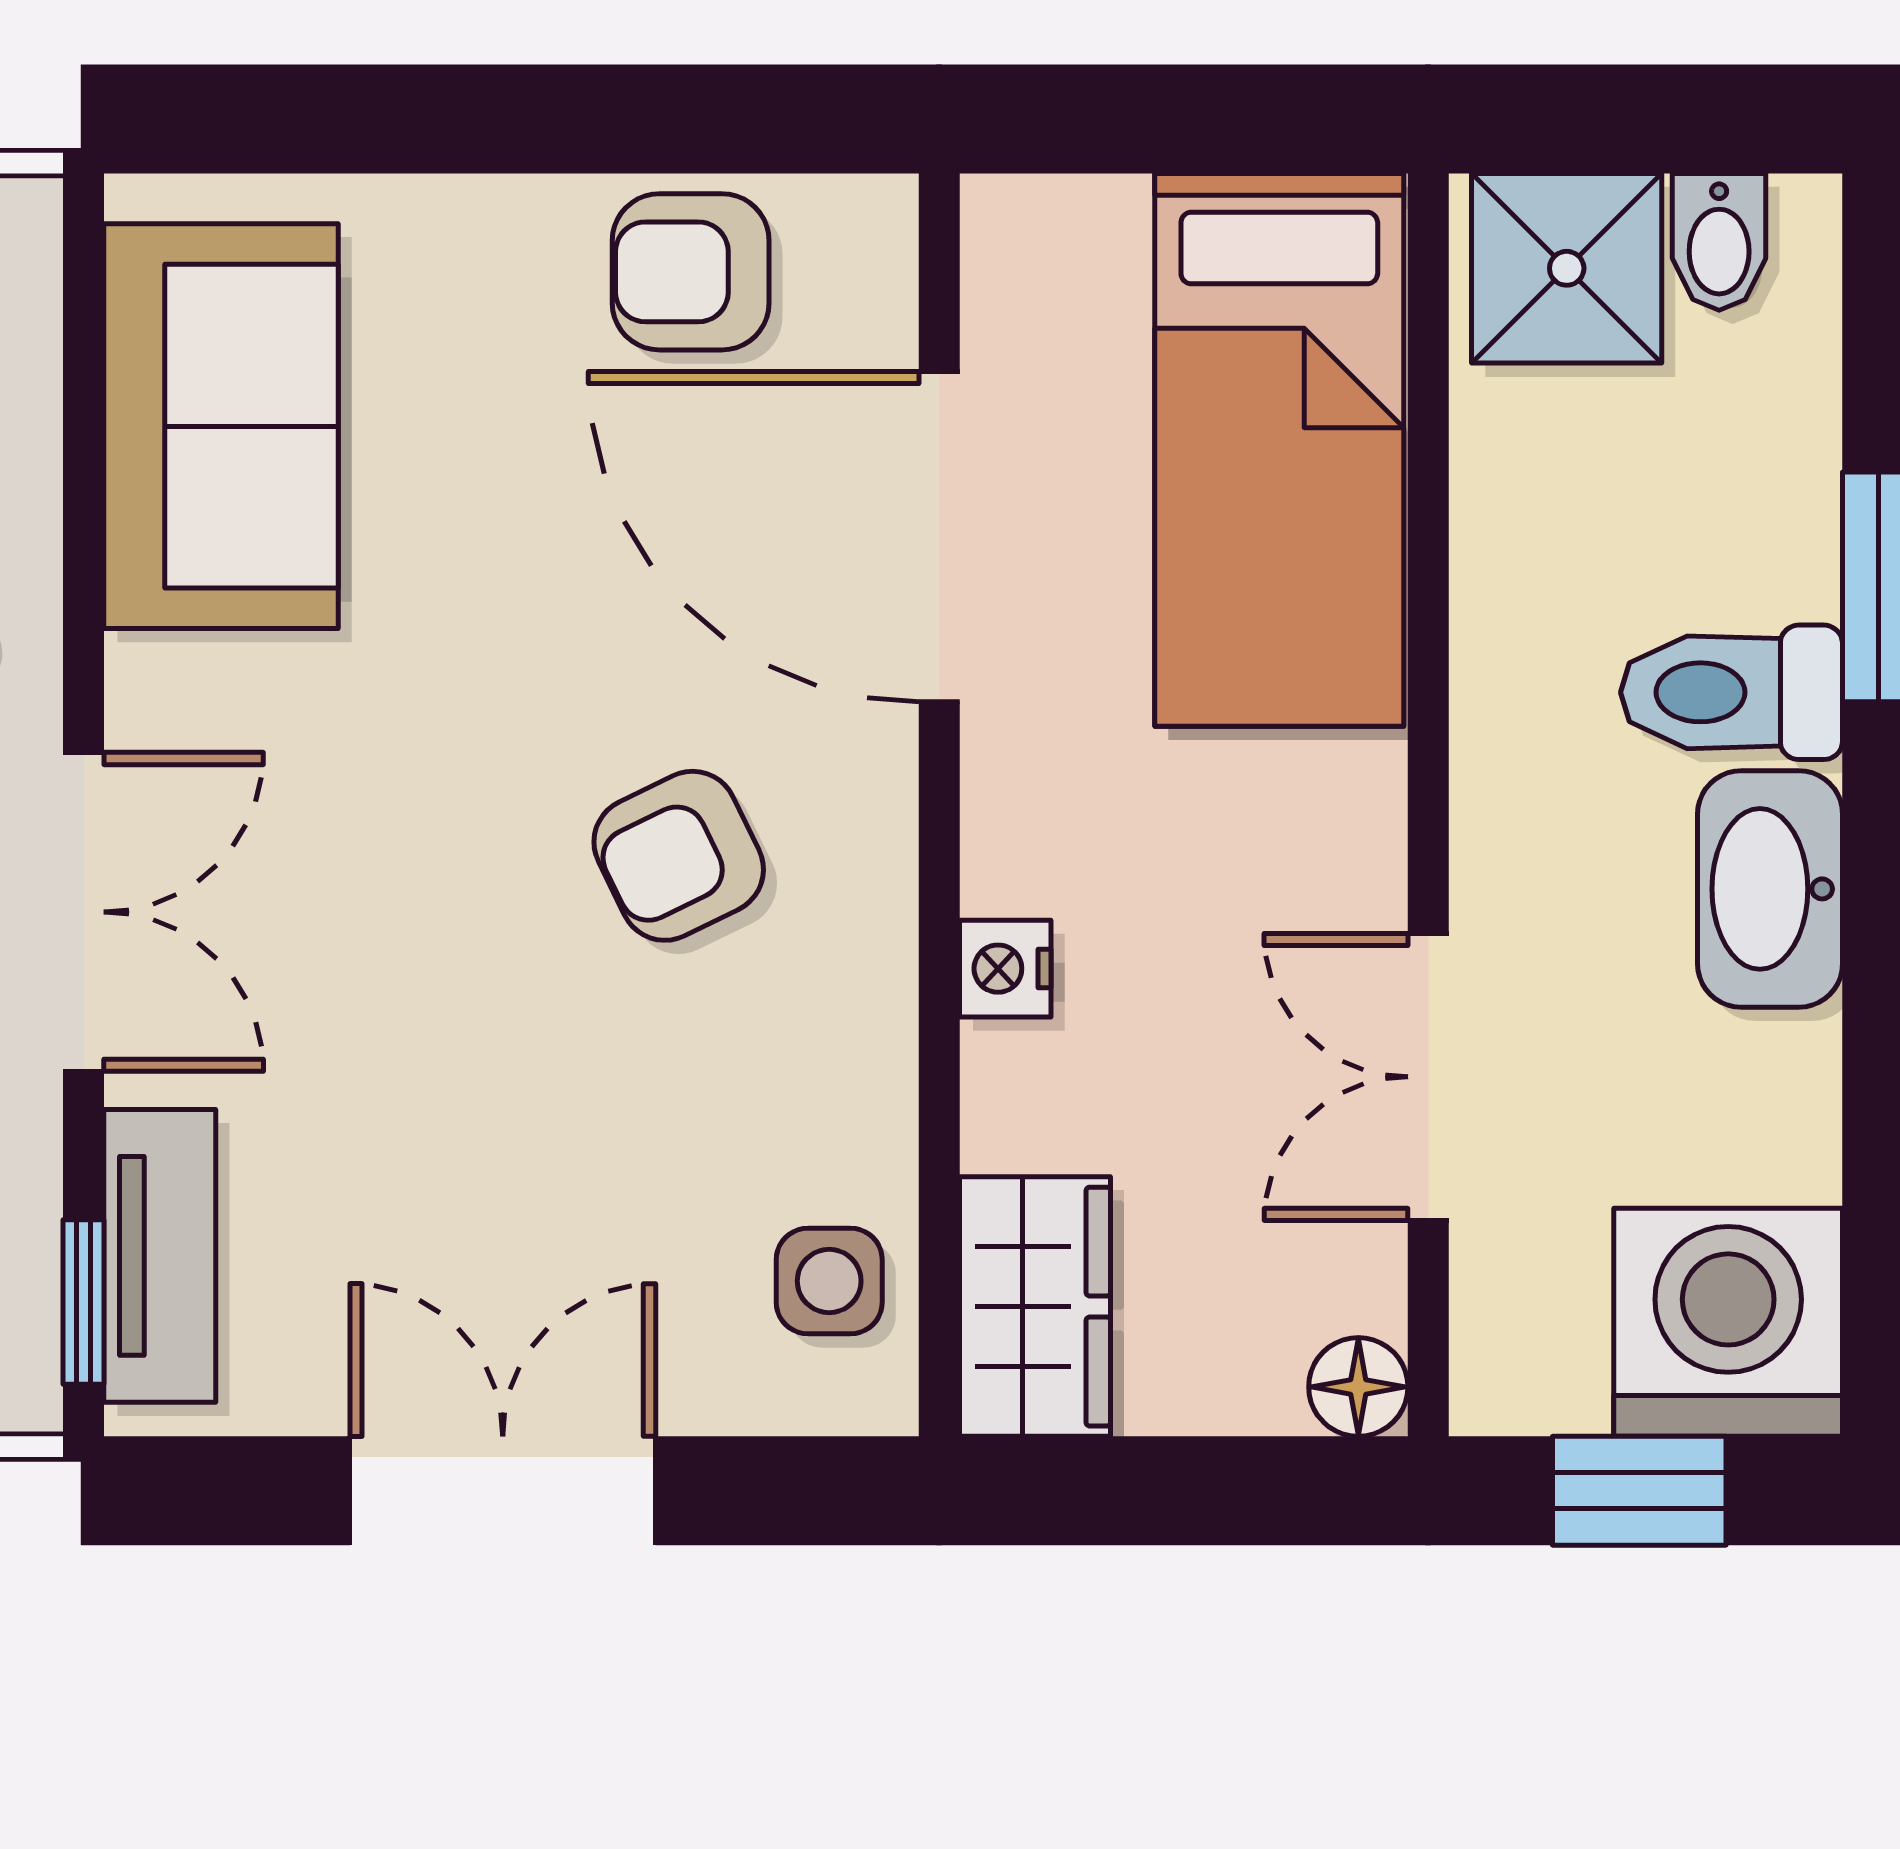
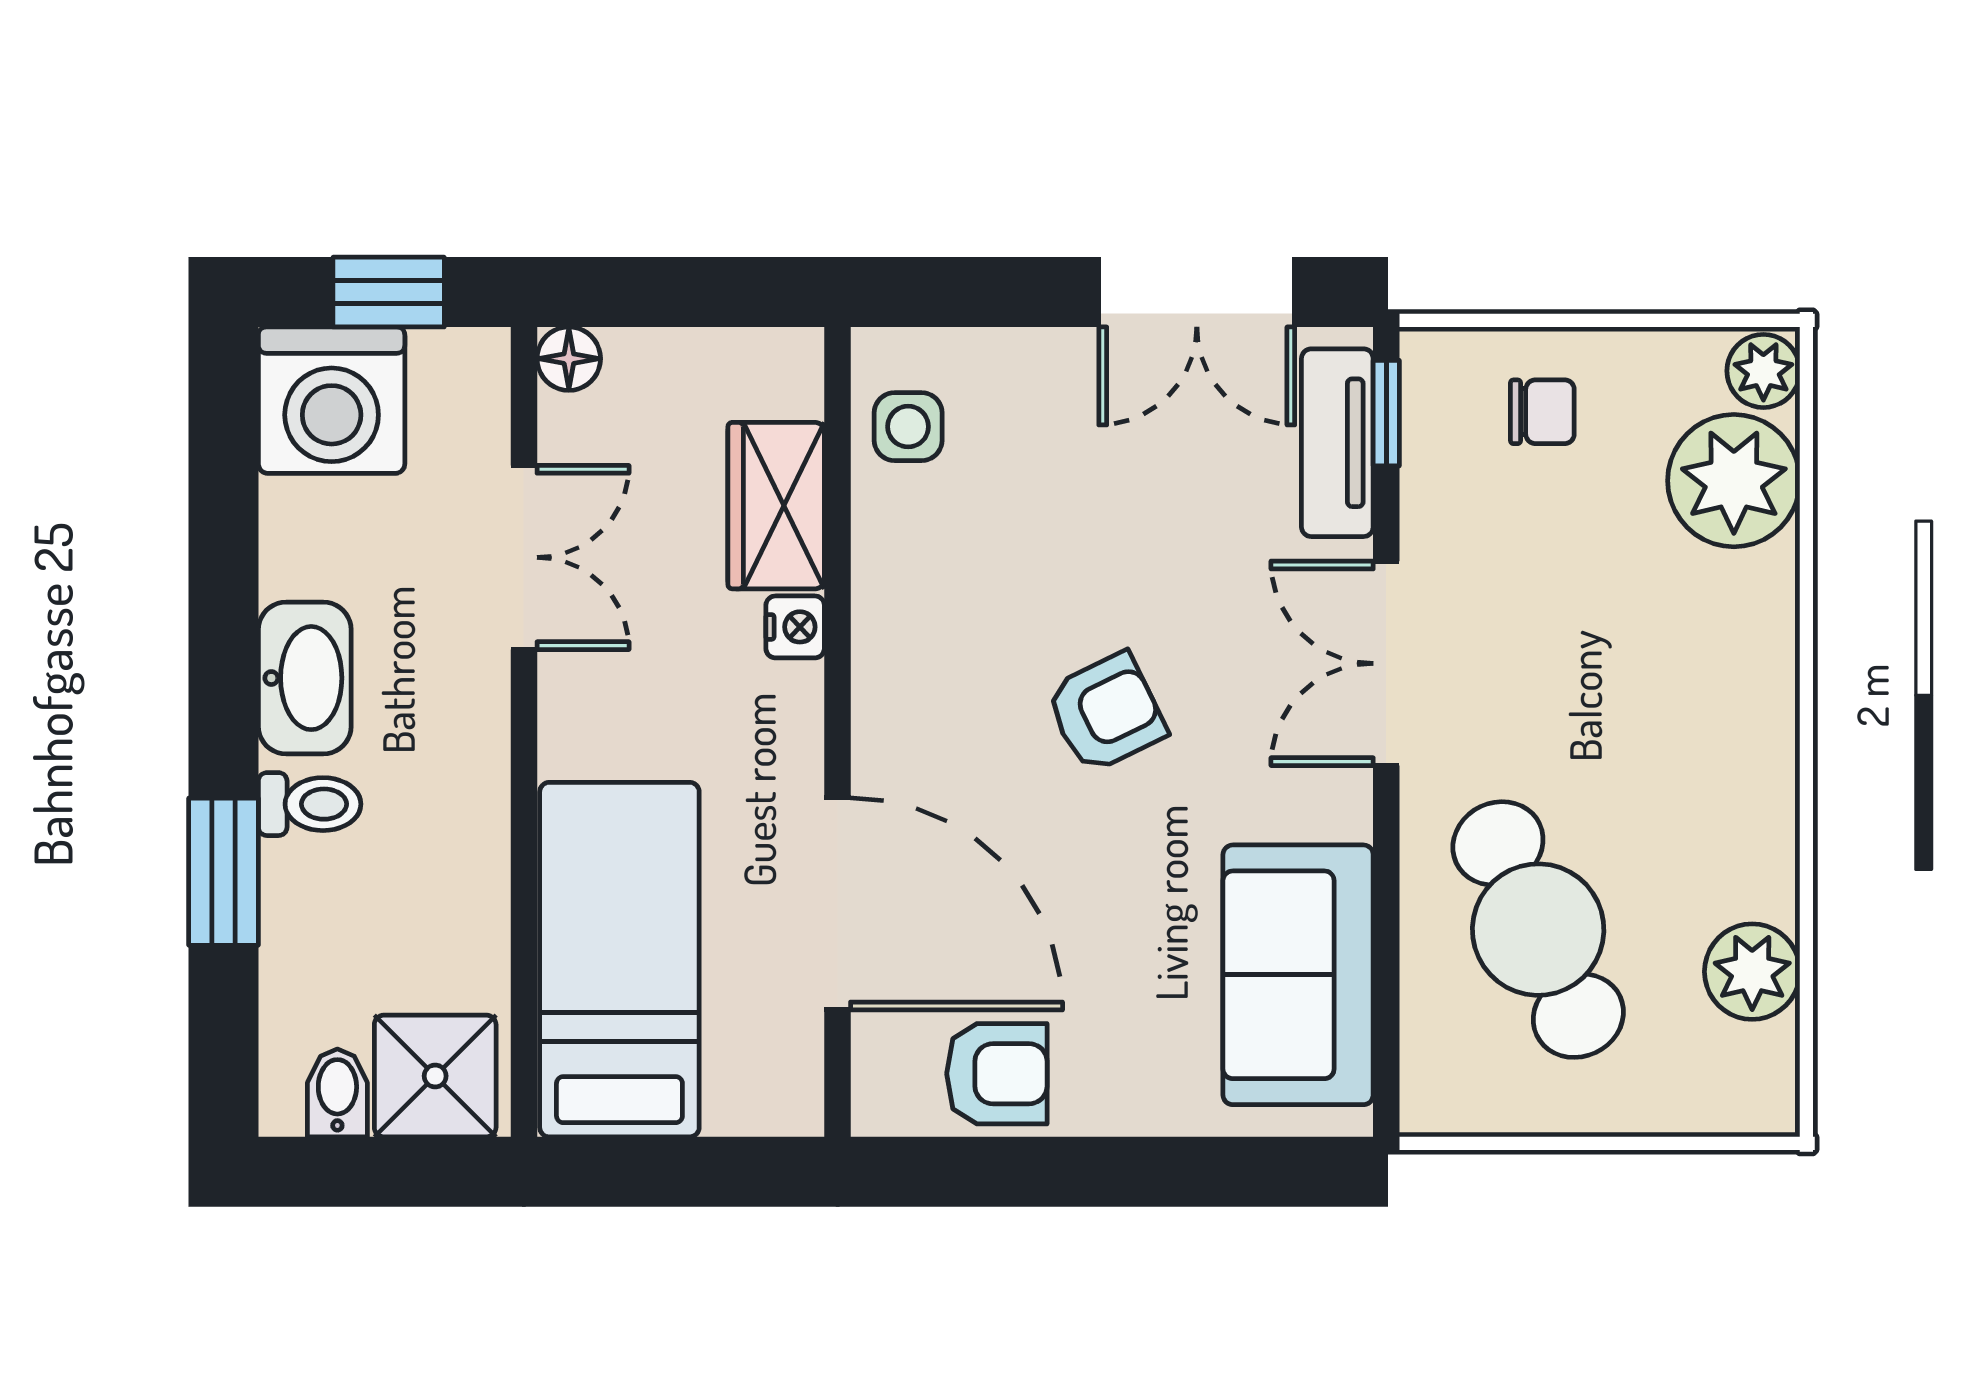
toilet: (1732, 692) -> (310, 804), width x0.73, depth x0.72
armchair: (679, 856) -> (1106, 713), moved
wardrobe: (1035, 1307) -> (776, 506), moved
double door: (503, 1491) -> (1197, 292), moved

